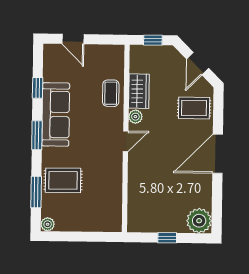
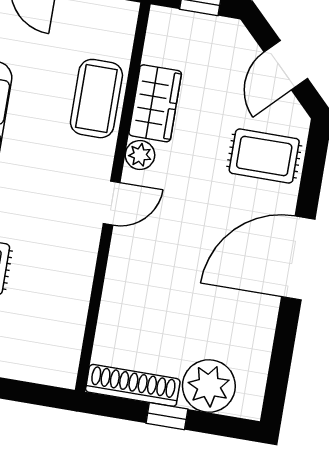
coffee table: (111, 93) -> (96, 99), width x1.36, depth x1.30
plant: (199, 221) -> (209, 386), moved
shoe rack: (149, 226) -> (133, 385), added

